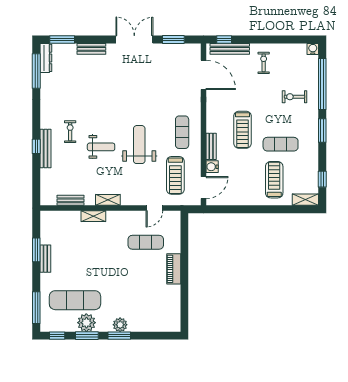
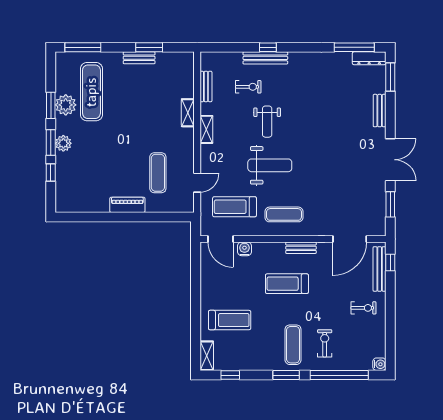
exercise bike: (70, 132) -> (248, 87), moved
exercise mat: (281, 144) -> (293, 345), moved
bench: (211, 146) -> (301, 248), moved
door: (154, 208) -> (197, 183), swing flipped
window: (57, 336) -> (51, 172), moved

